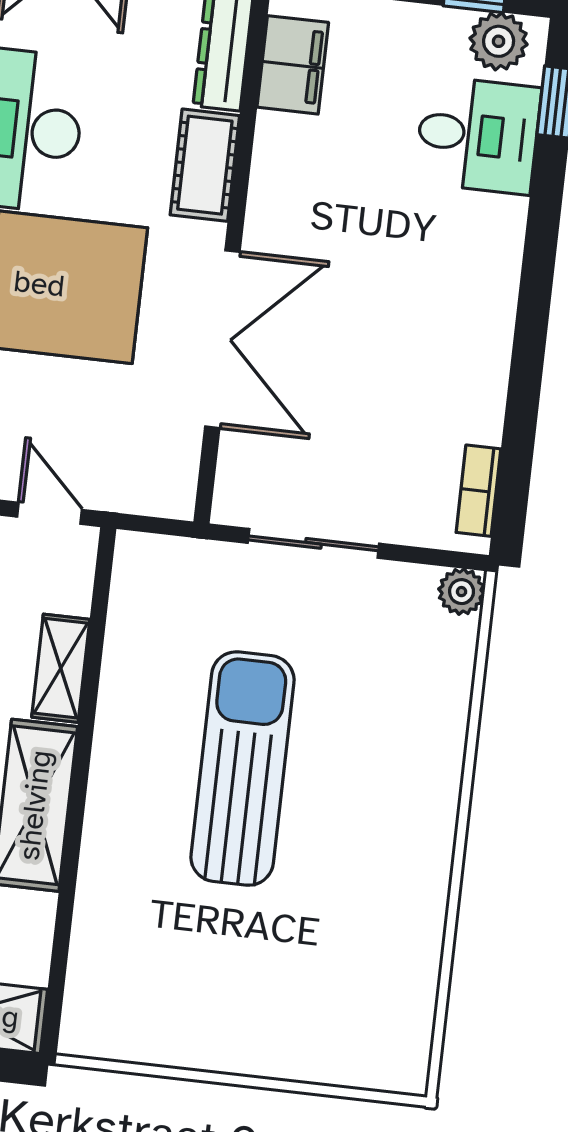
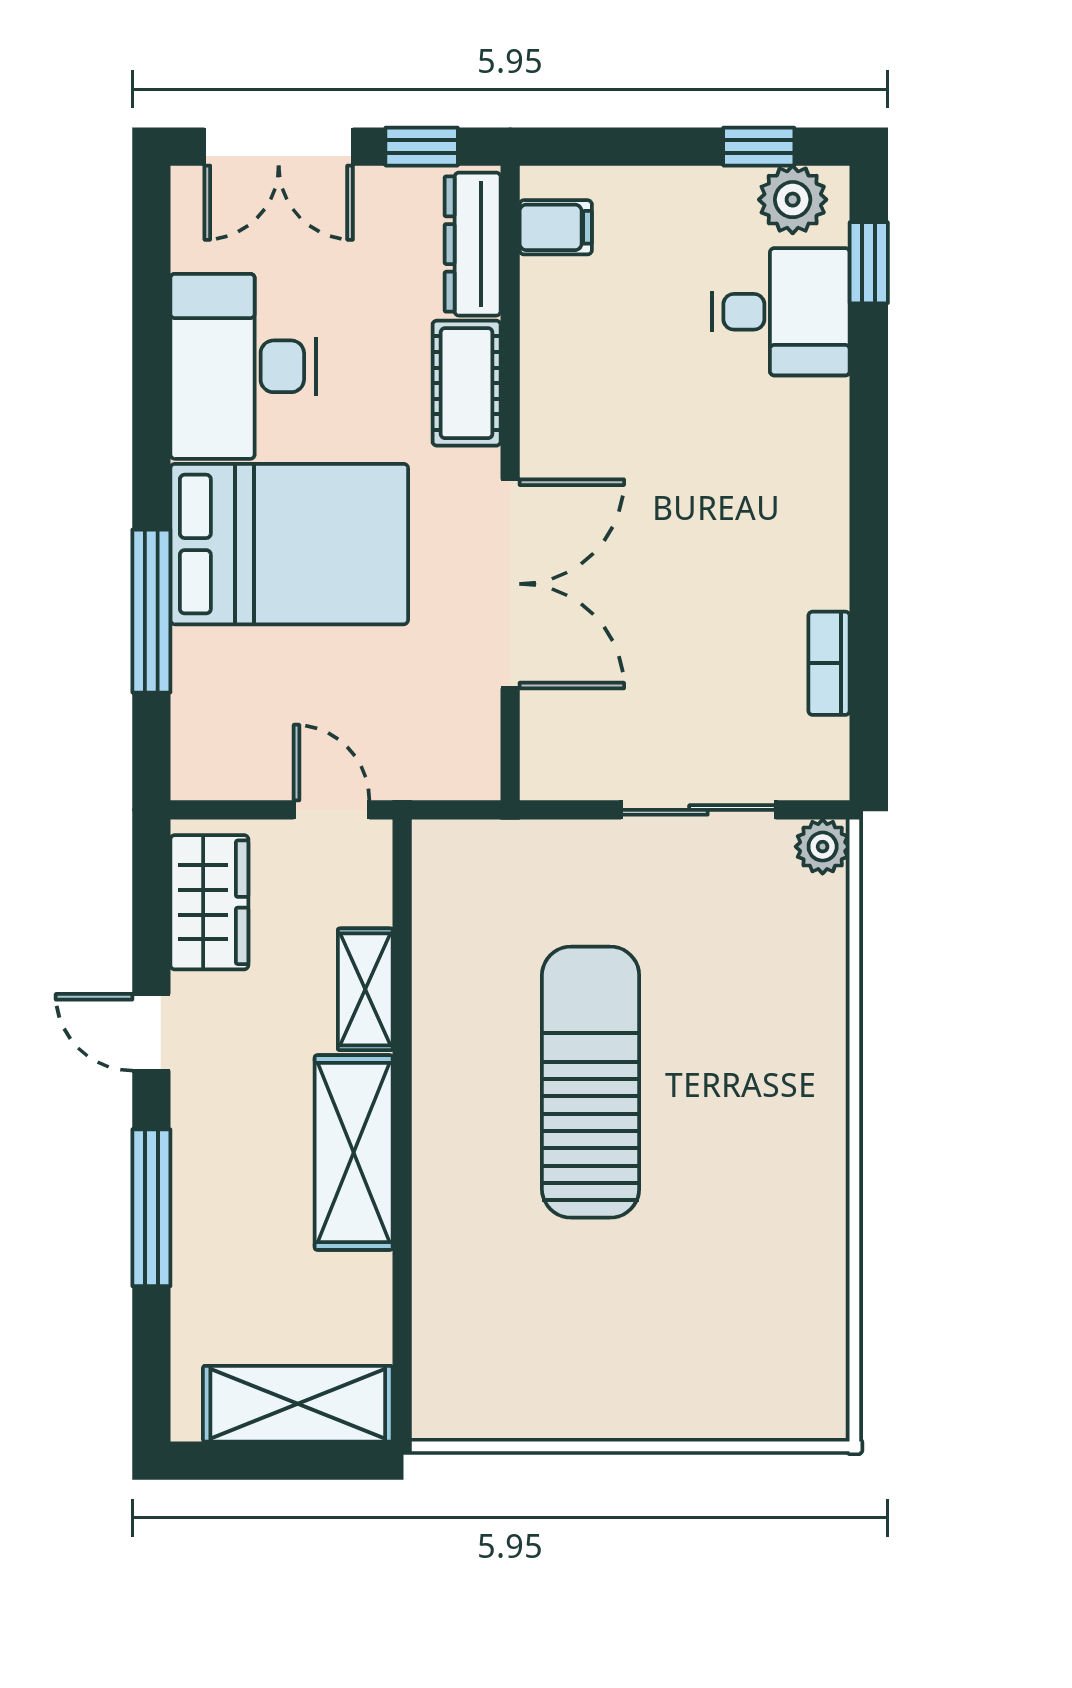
filing cabinet: (293, 65) -> (556, 227), width x0.50
bookcase: (478, 491) -> (829, 663), moved
sliding door: (313, 543) -> (698, 810), moved

